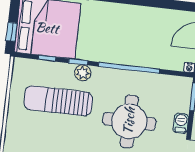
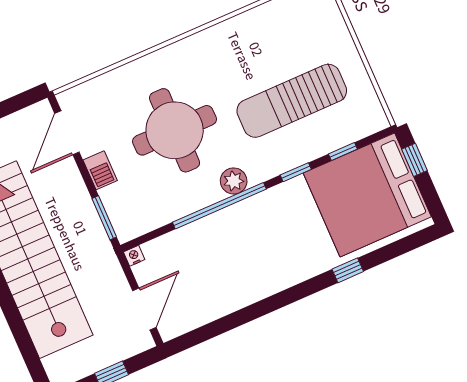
plant: (83, 73) -> (234, 181), moved
sun lounger: (58, 101) -> (292, 101), turned 180

